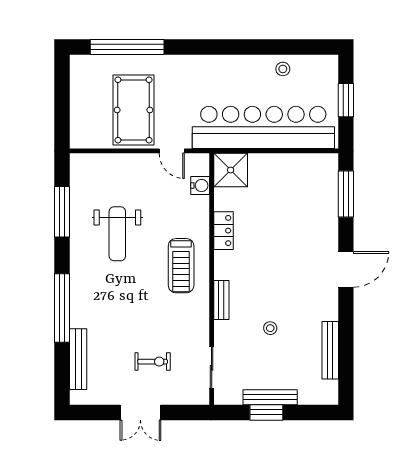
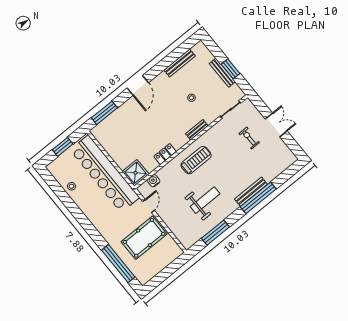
door: (346, 269) -> (138, 85), swing flipped
bench: (78, 359) -> (251, 192), moved

